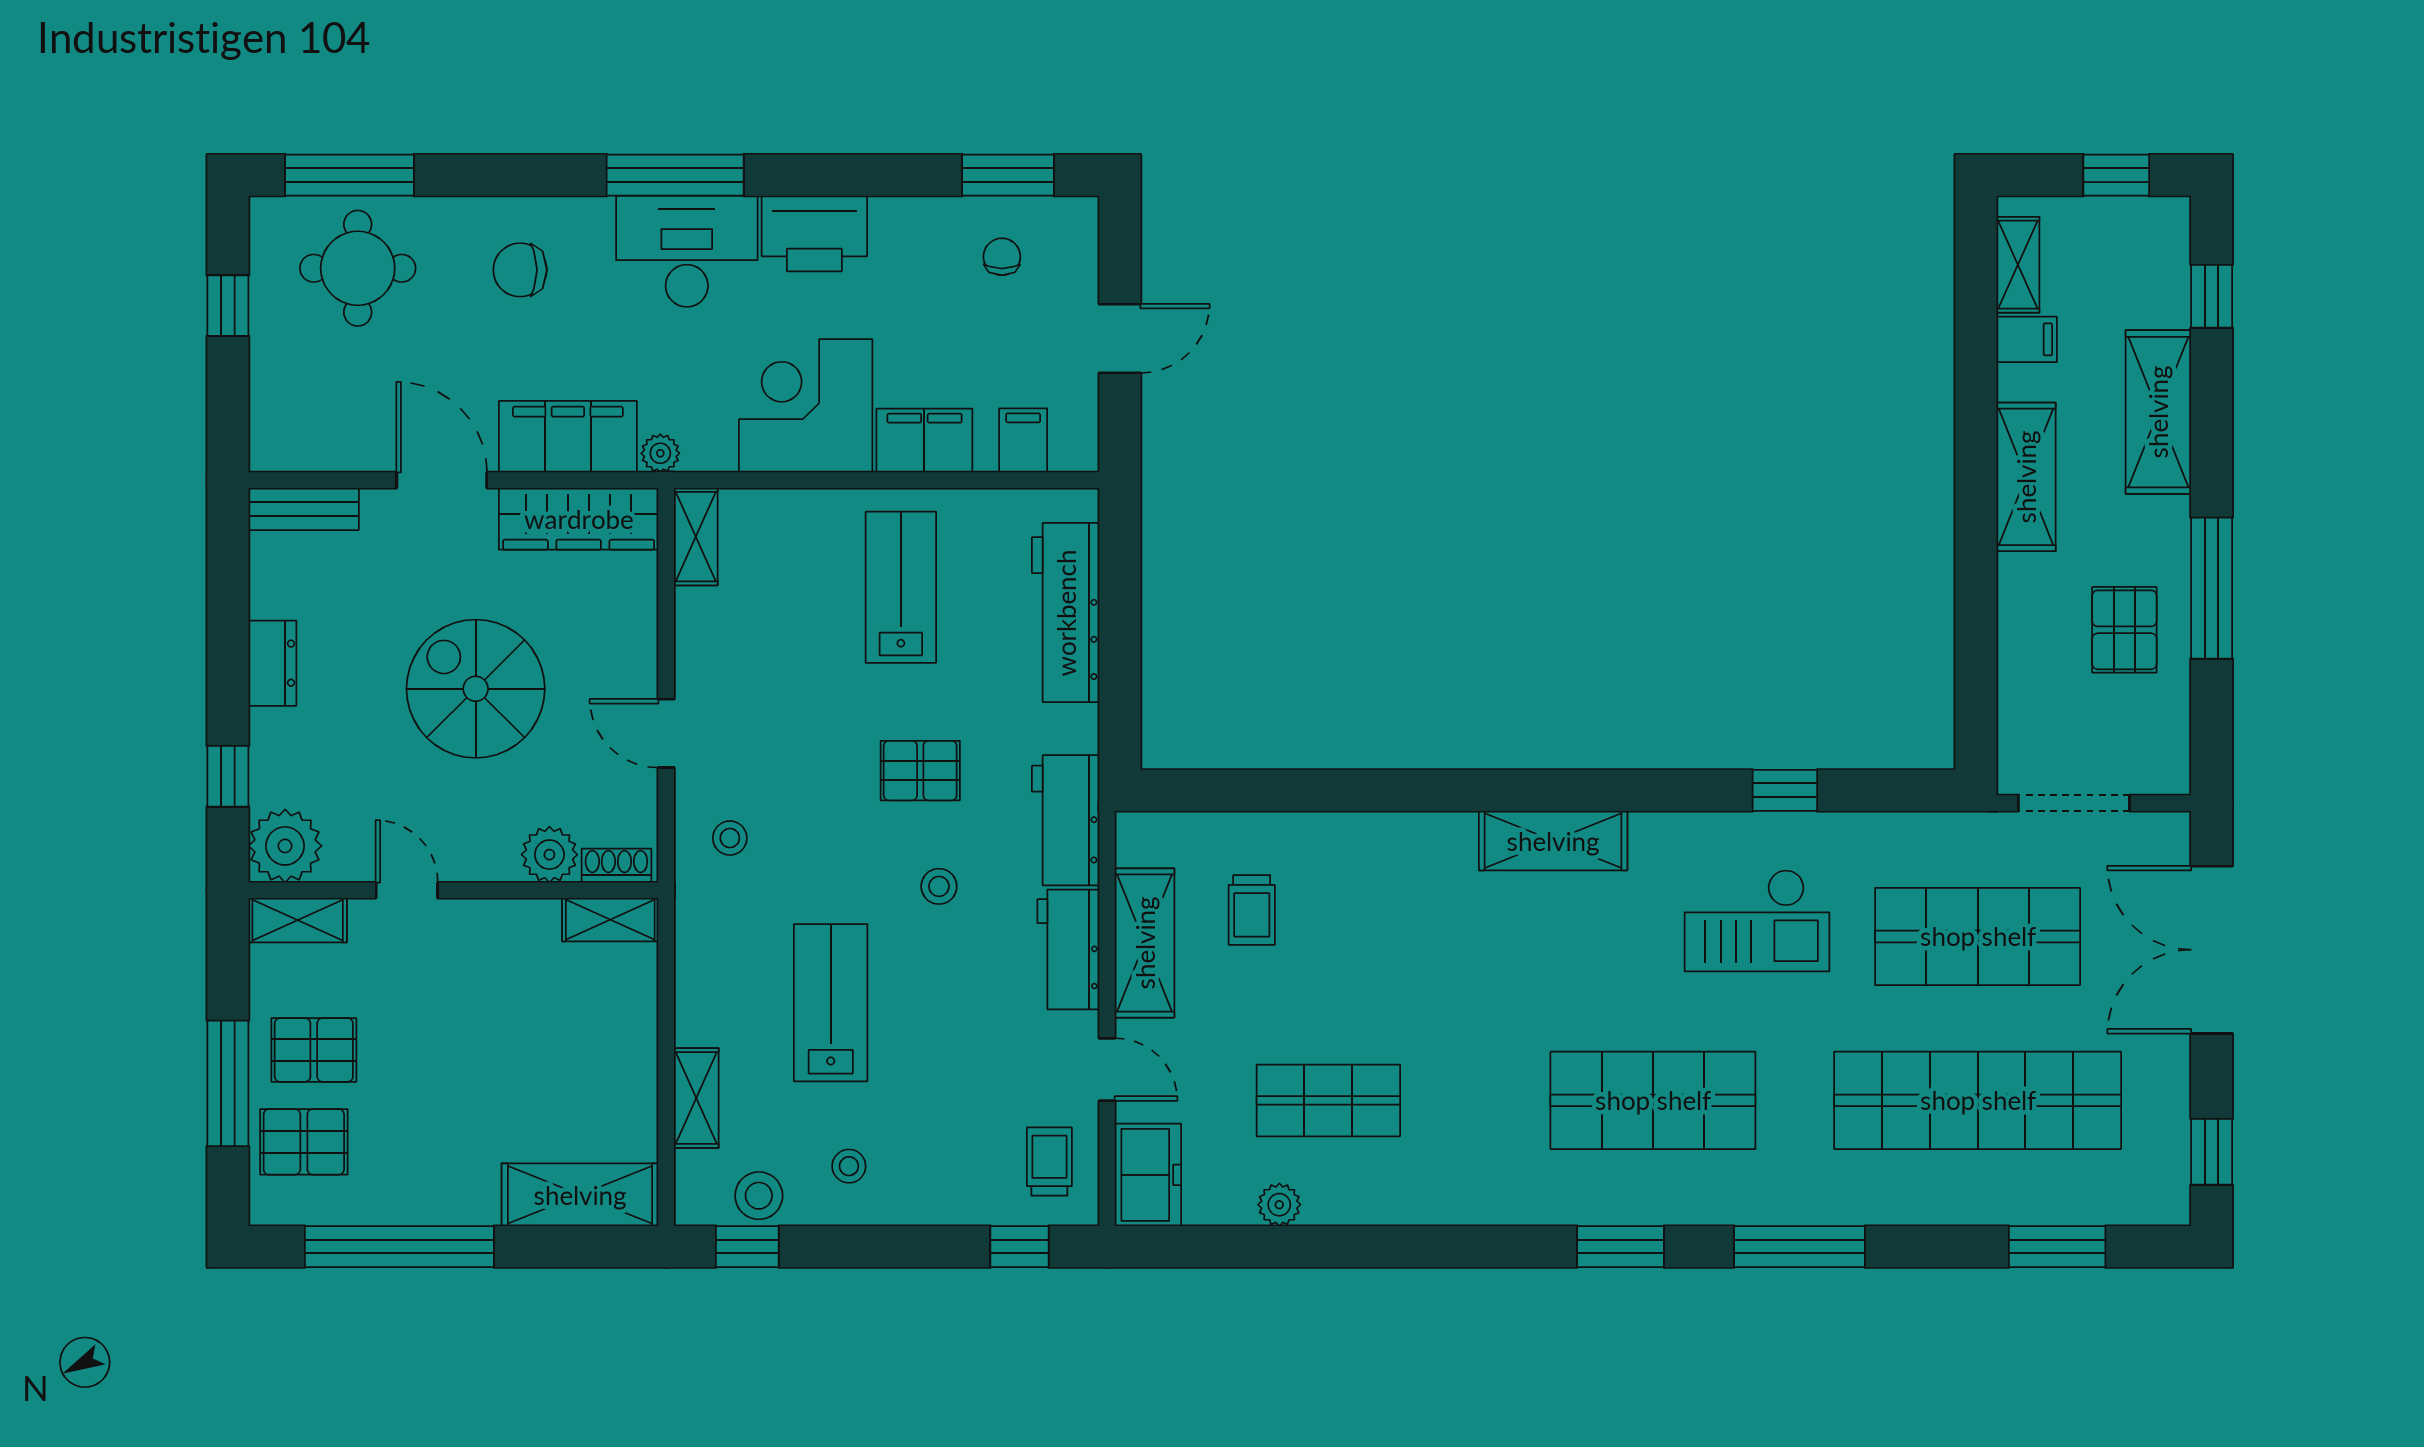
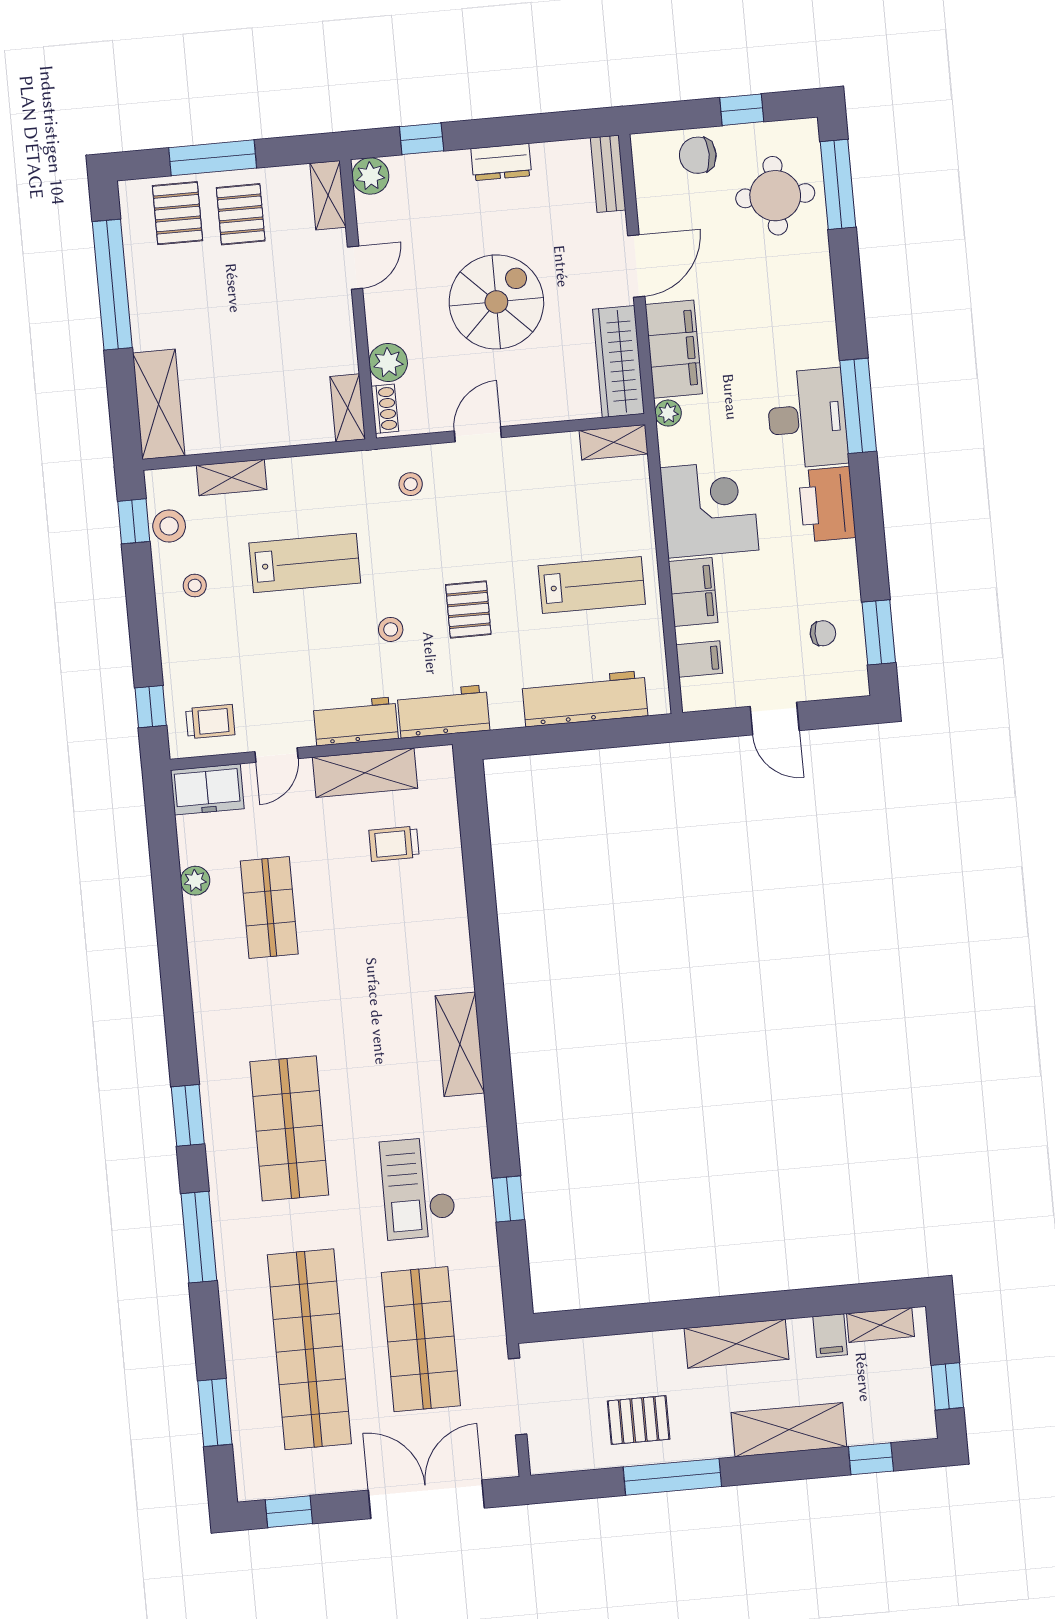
chair: (520, 270) -> (698, 155), moved, turned -90
plant: (285, 846) -> (370, 176), width x0.73, depth x0.73

